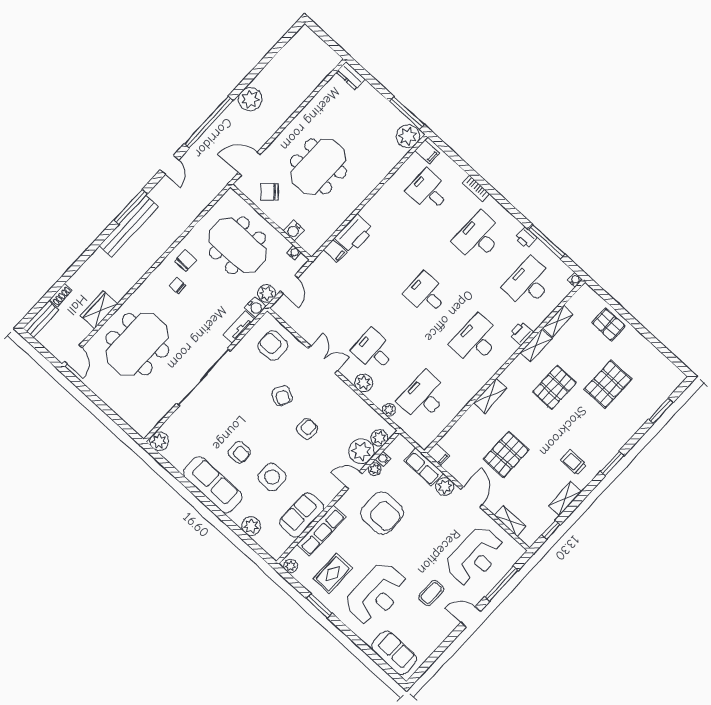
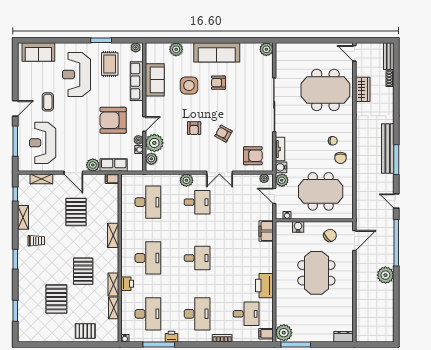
printer: (354, 234) -> (264, 286), moved
filing cabinet: (335, 251) -> (266, 231), width x2.00
meeting table: (137, 344) -> (325, 90), turned 90
plant: (389, 410) -> (264, 178), moved

